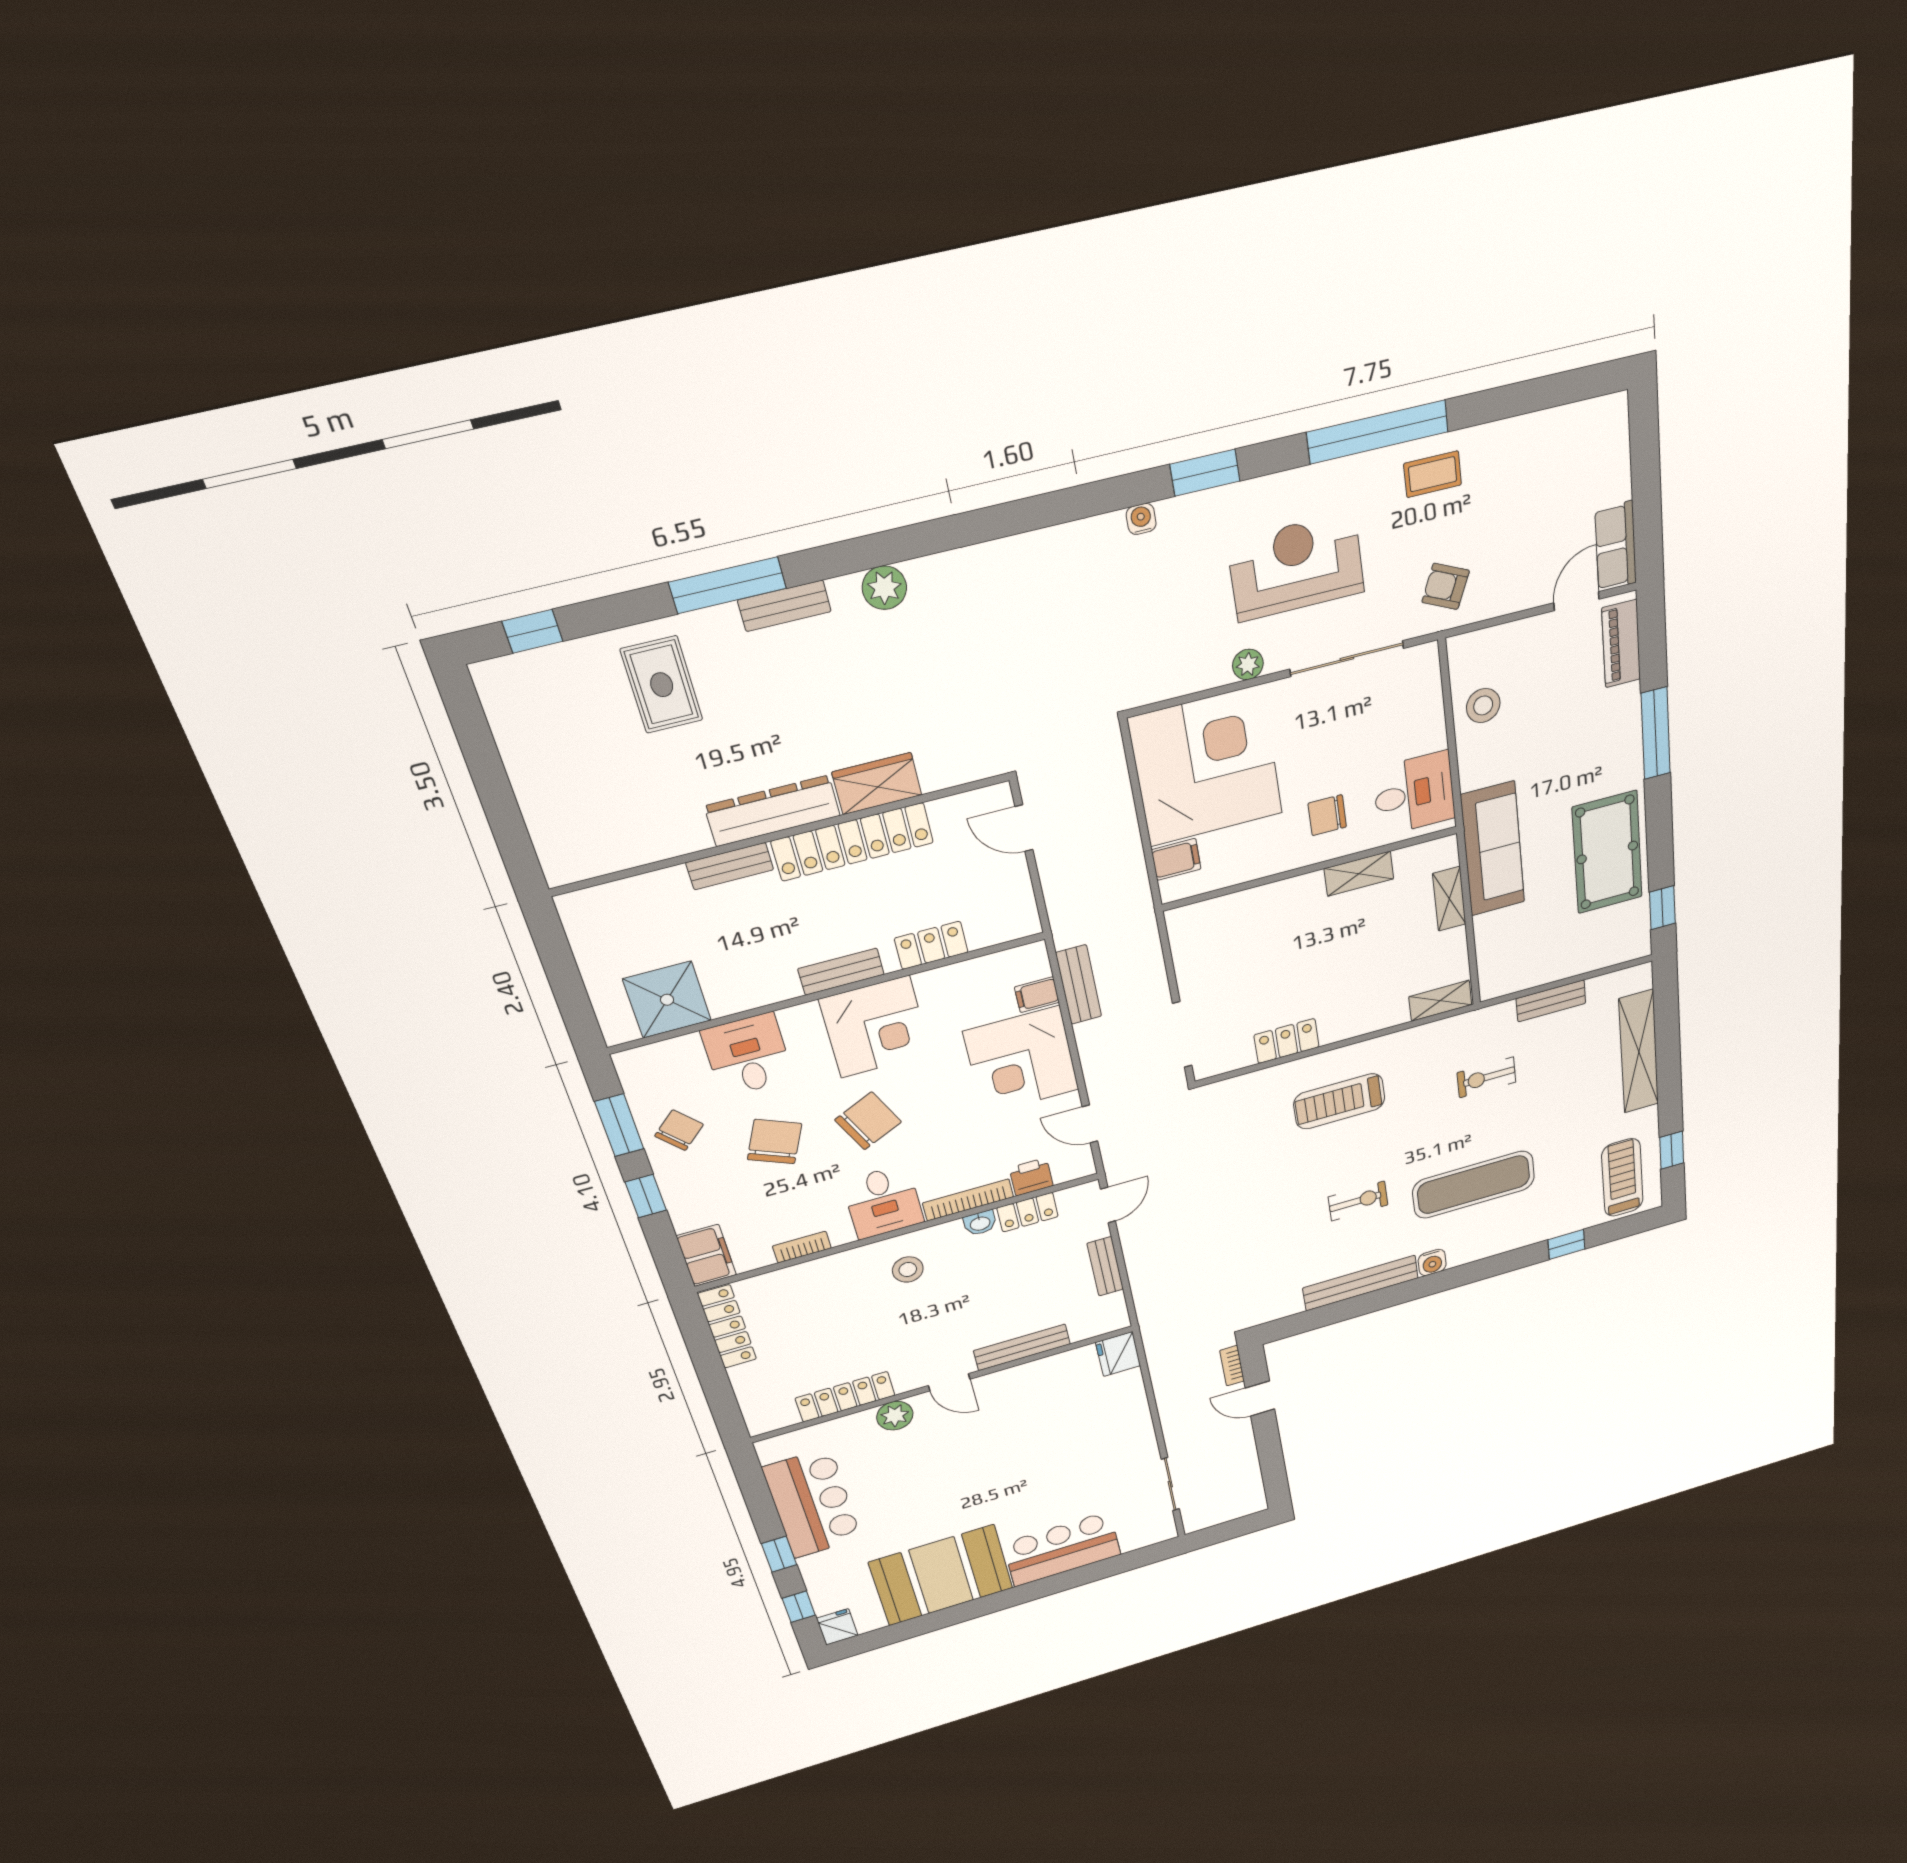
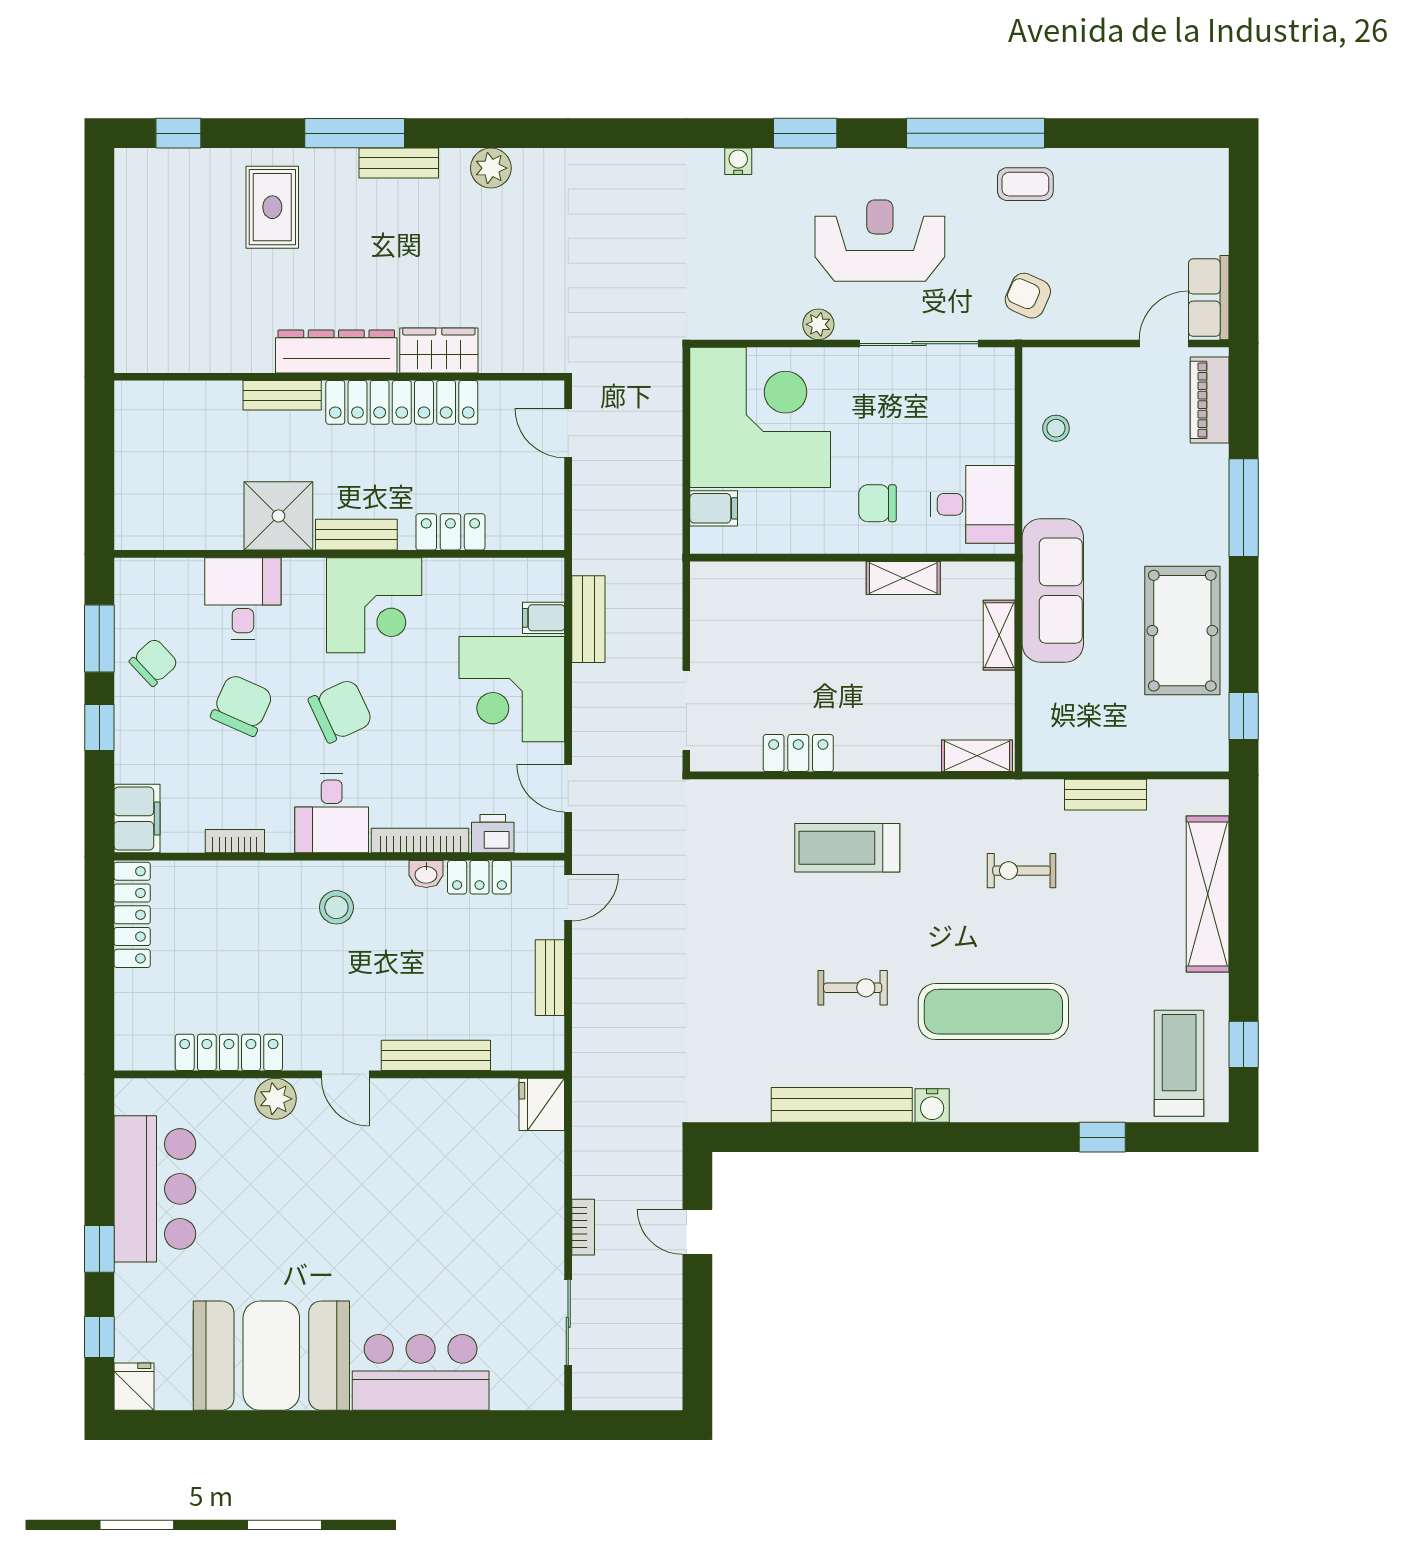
stool: (1483, 705) -> (1056, 428), width x0.73, depth x0.73
shower: (667, 1000) -> (278, 516), moved
bookcase: (1232, 1366) -> (583, 1227), moved, turned 180

